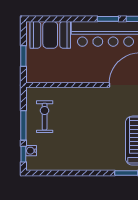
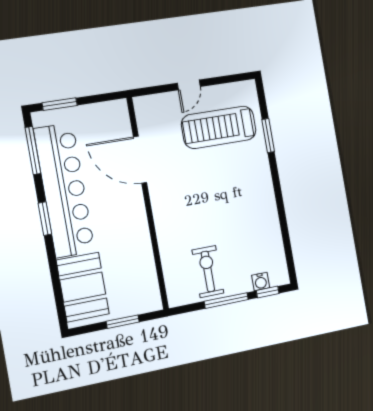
window: (108, 19) -> (45, 219), moved
exercise bike: (45, 117) -> (208, 271), turned 90

